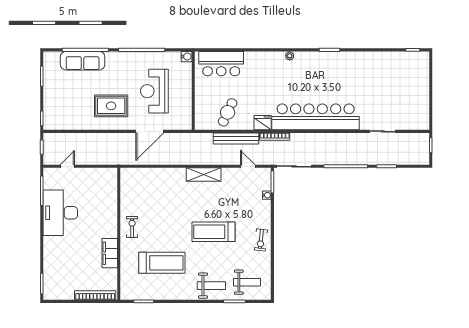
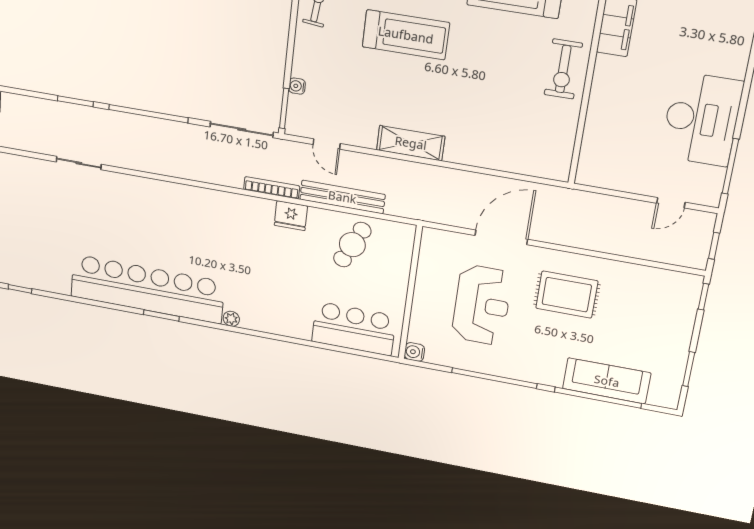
bar counter: (316, 117) -> (147, 289), moved, turned 180
exercise bike: (132, 227) -> (563, 69), width x1.38, depth x1.39

